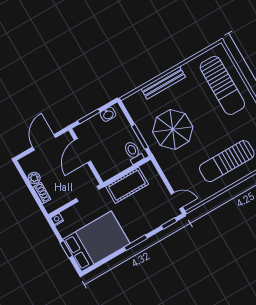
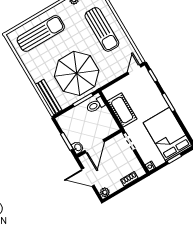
bench: (163, 83) -> (48, 97), moved
washbasin: (108, 114) -> (78, 147), moved
parasol: (173, 129) -> (77, 73), width x1.36, depth x1.36
door: (83, 151) -> (94, 146), hinge flipped
plant: (34, 178) -> (105, 192), moved

